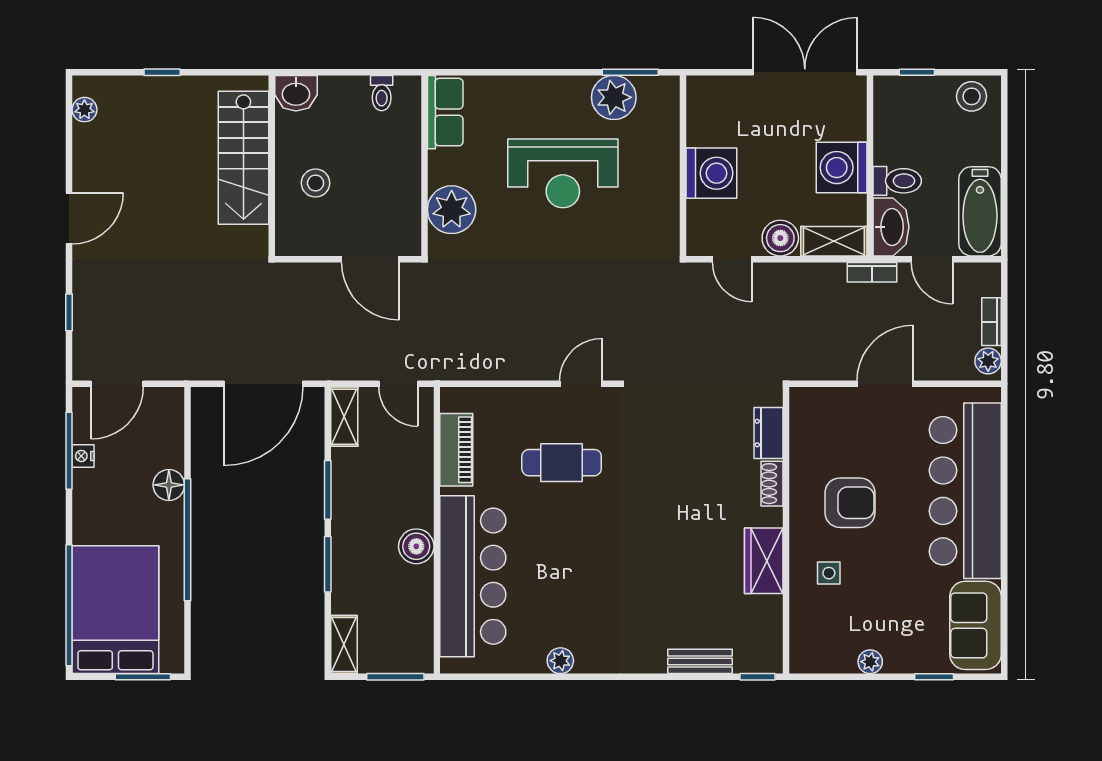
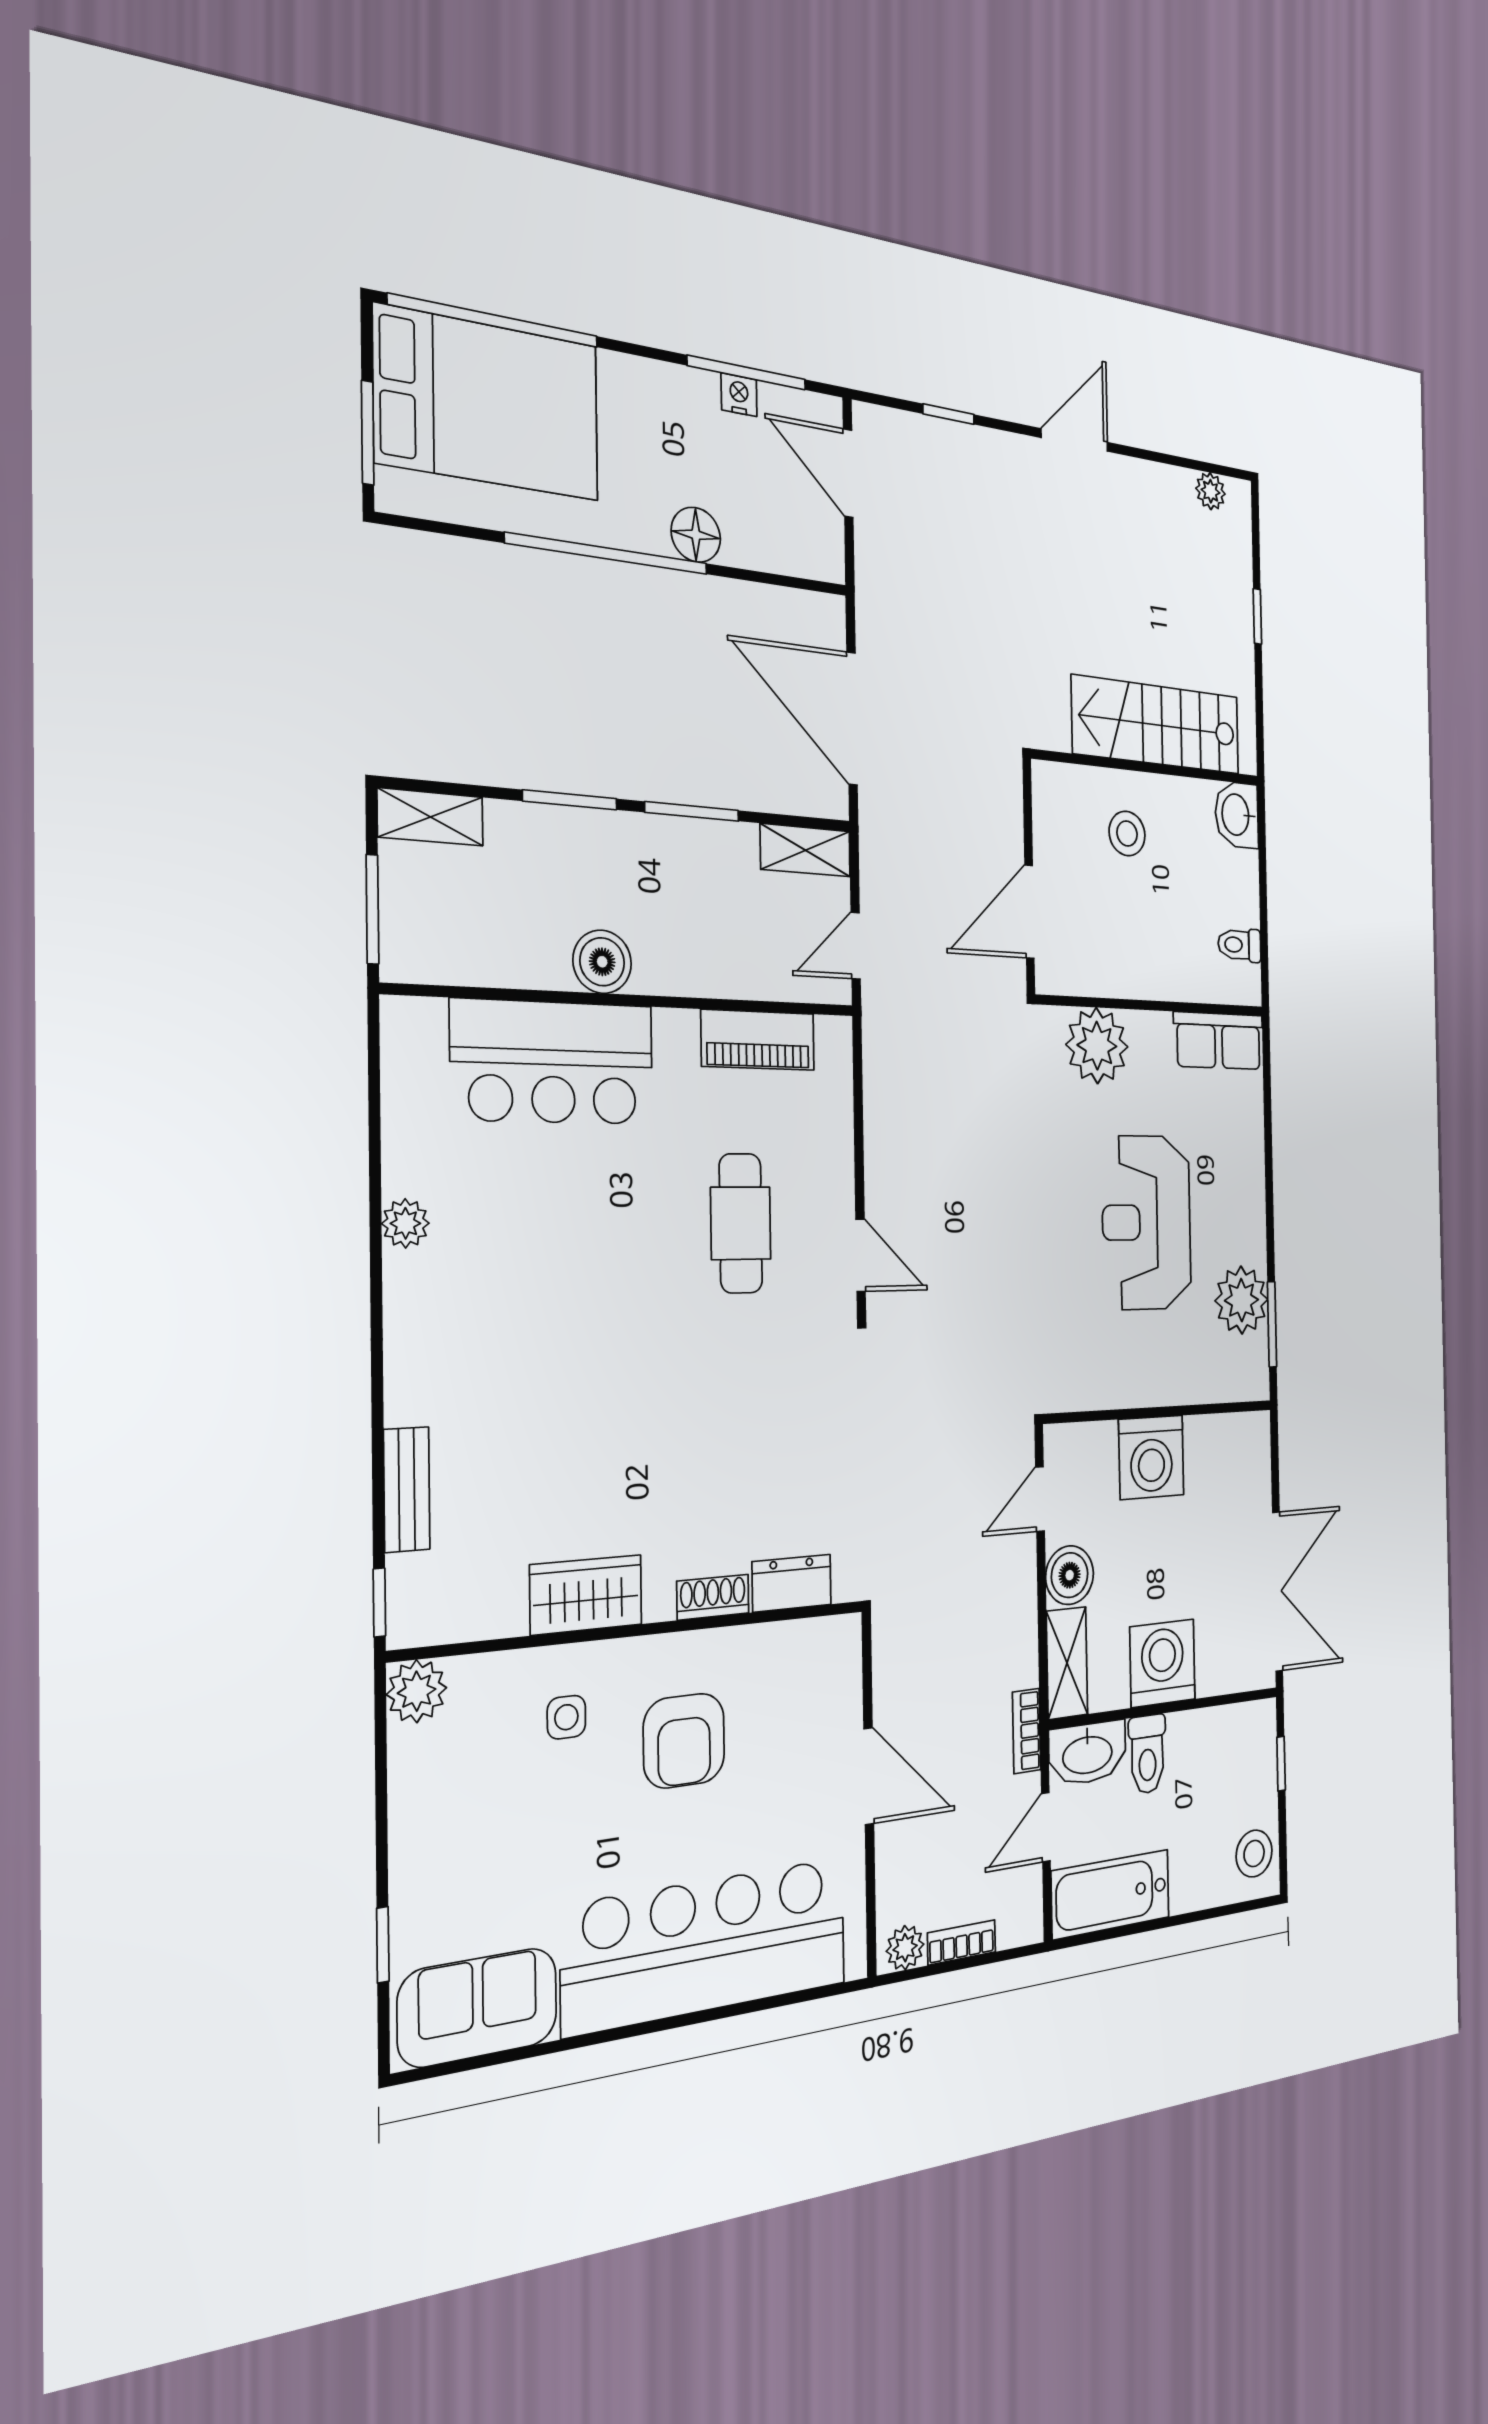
door: (69, 218) -> (1075, 440), swing flipped
bar counter: (473, 576) -> (553, 1062), width x0.73
plant: (870, 662) -> (417, 1691), moved, width x1.38, depth x1.38

